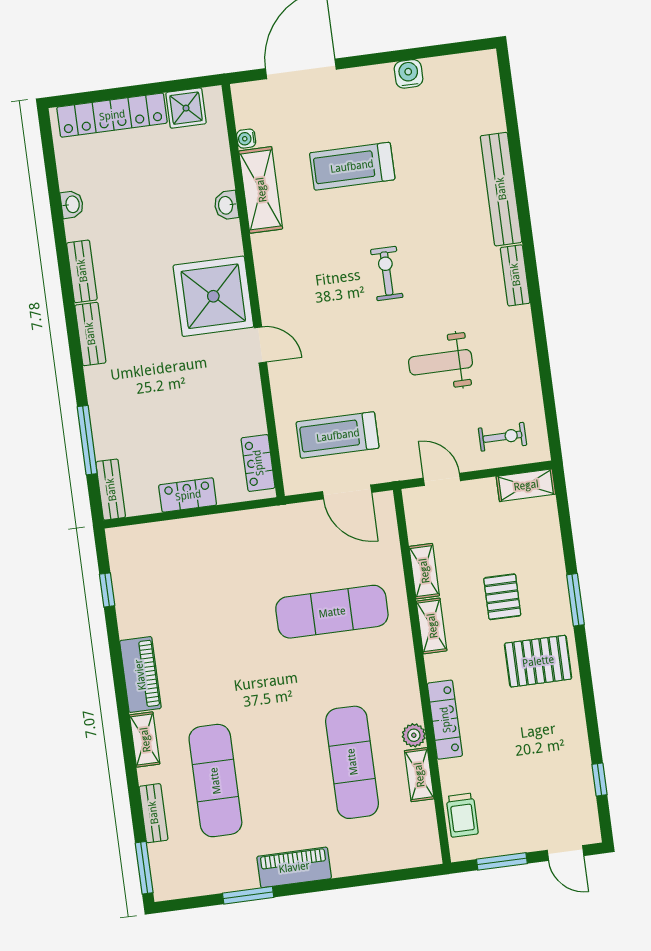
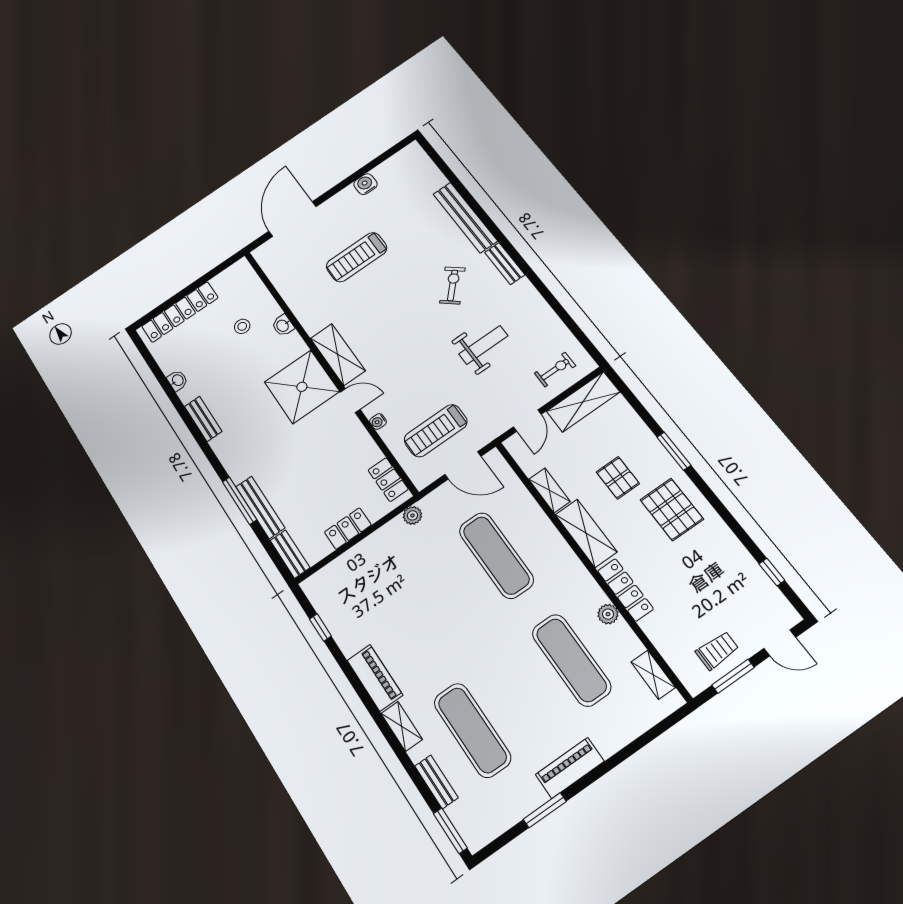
shower: (186, 108) -> (227, 282), removed
water cooler: (246, 139) -> (378, 422), moved
stool: (178, 178) -> (242, 326), added
shelving: (261, 190) -> (338, 354), moved
exercise bike: (387, 273) -> (452, 285), moved, turned 42
bench: (90, 334) -> (260, 507), moved, width x1.36
weight bench: (441, 362) -> (483, 345), turned 180
window: (87, 440) -> (239, 501), moved
door: (442, 479) -> (527, 421), swing flipped
shelving: (526, 485) -> (583, 402), width x1.50, depth x1.33
plant: (265, 519) -> (412, 515), added
exercise mat: (332, 612) -> (496, 555), turned 90
shelving: (432, 626) -> (586, 533), width x1.50, depth x1.33
pallet: (538, 661) -> (672, 509), turned 90
shelving: (419, 775) -> (653, 675), moved
trolley: (462, 815) -> (717, 651), moved, turned -90

